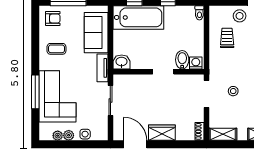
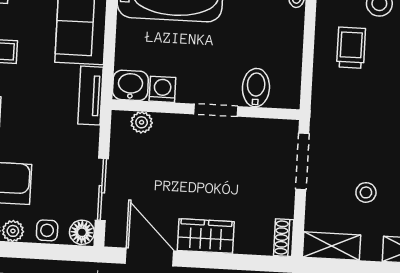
washing machine: (196, 63) -> (162, 89), moved
plant: (128, 79) -> (142, 122), added
stool: (233, 91) -> (366, 192), moved
sliding door: (110, 100) -> (102, 189), moved
floor lamp: (102, 134) -> (82, 232), added

